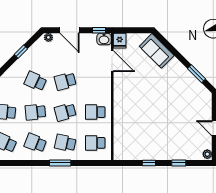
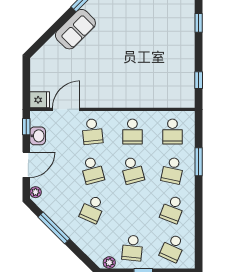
washbasin: (104, 39) -> (38, 136), moved
sofa: (157, 51) -> (75, 29), moved
window: (21, 52) -> (54, 228), width x2.17
school desk: (35, 112) -> (92, 132), moved
window: (60, 163) -> (199, 162), moved
window: (149, 163) -> (199, 80), moved

